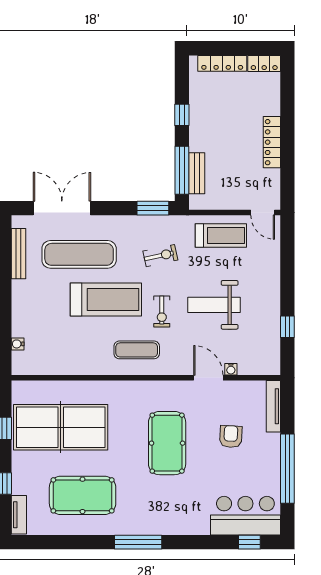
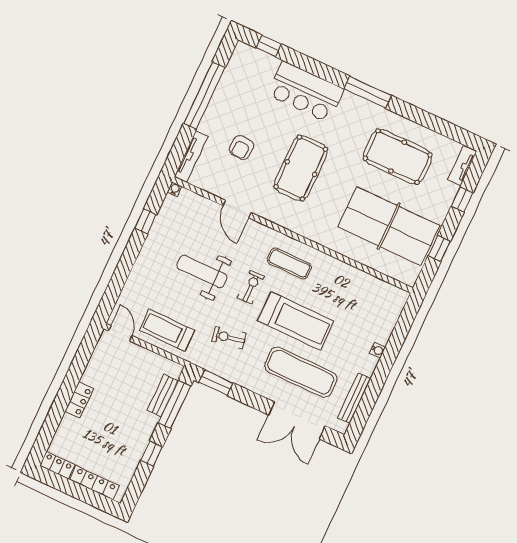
locker: (272, 142) -> (79, 400), width x0.66
treadmill: (106, 300) -> (296, 321), turned 180
weight bench: (214, 305) -> (202, 271), turned 180
water cooler: (18, 344) -> (378, 350), moved
water cooler: (231, 369) -> (175, 189), moved
bar counter: (245, 516) -> (306, 92), moved

